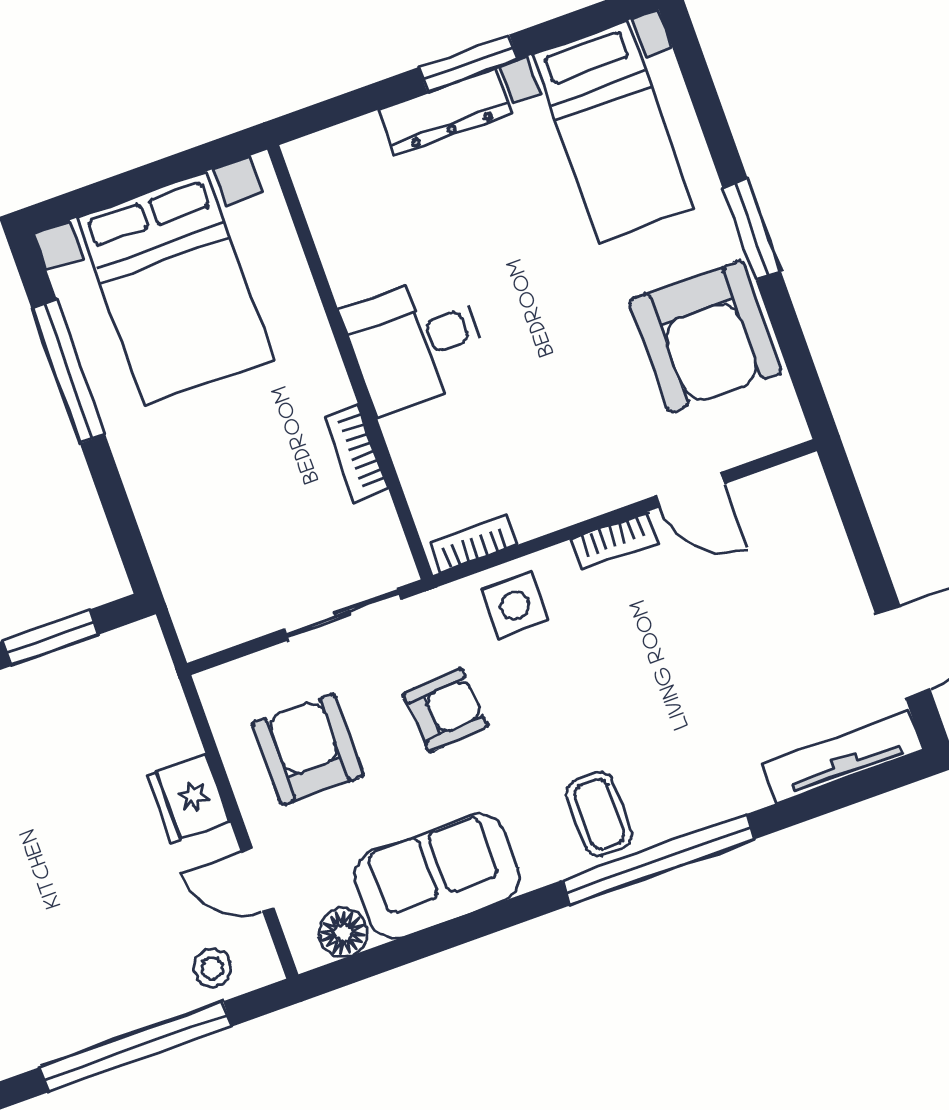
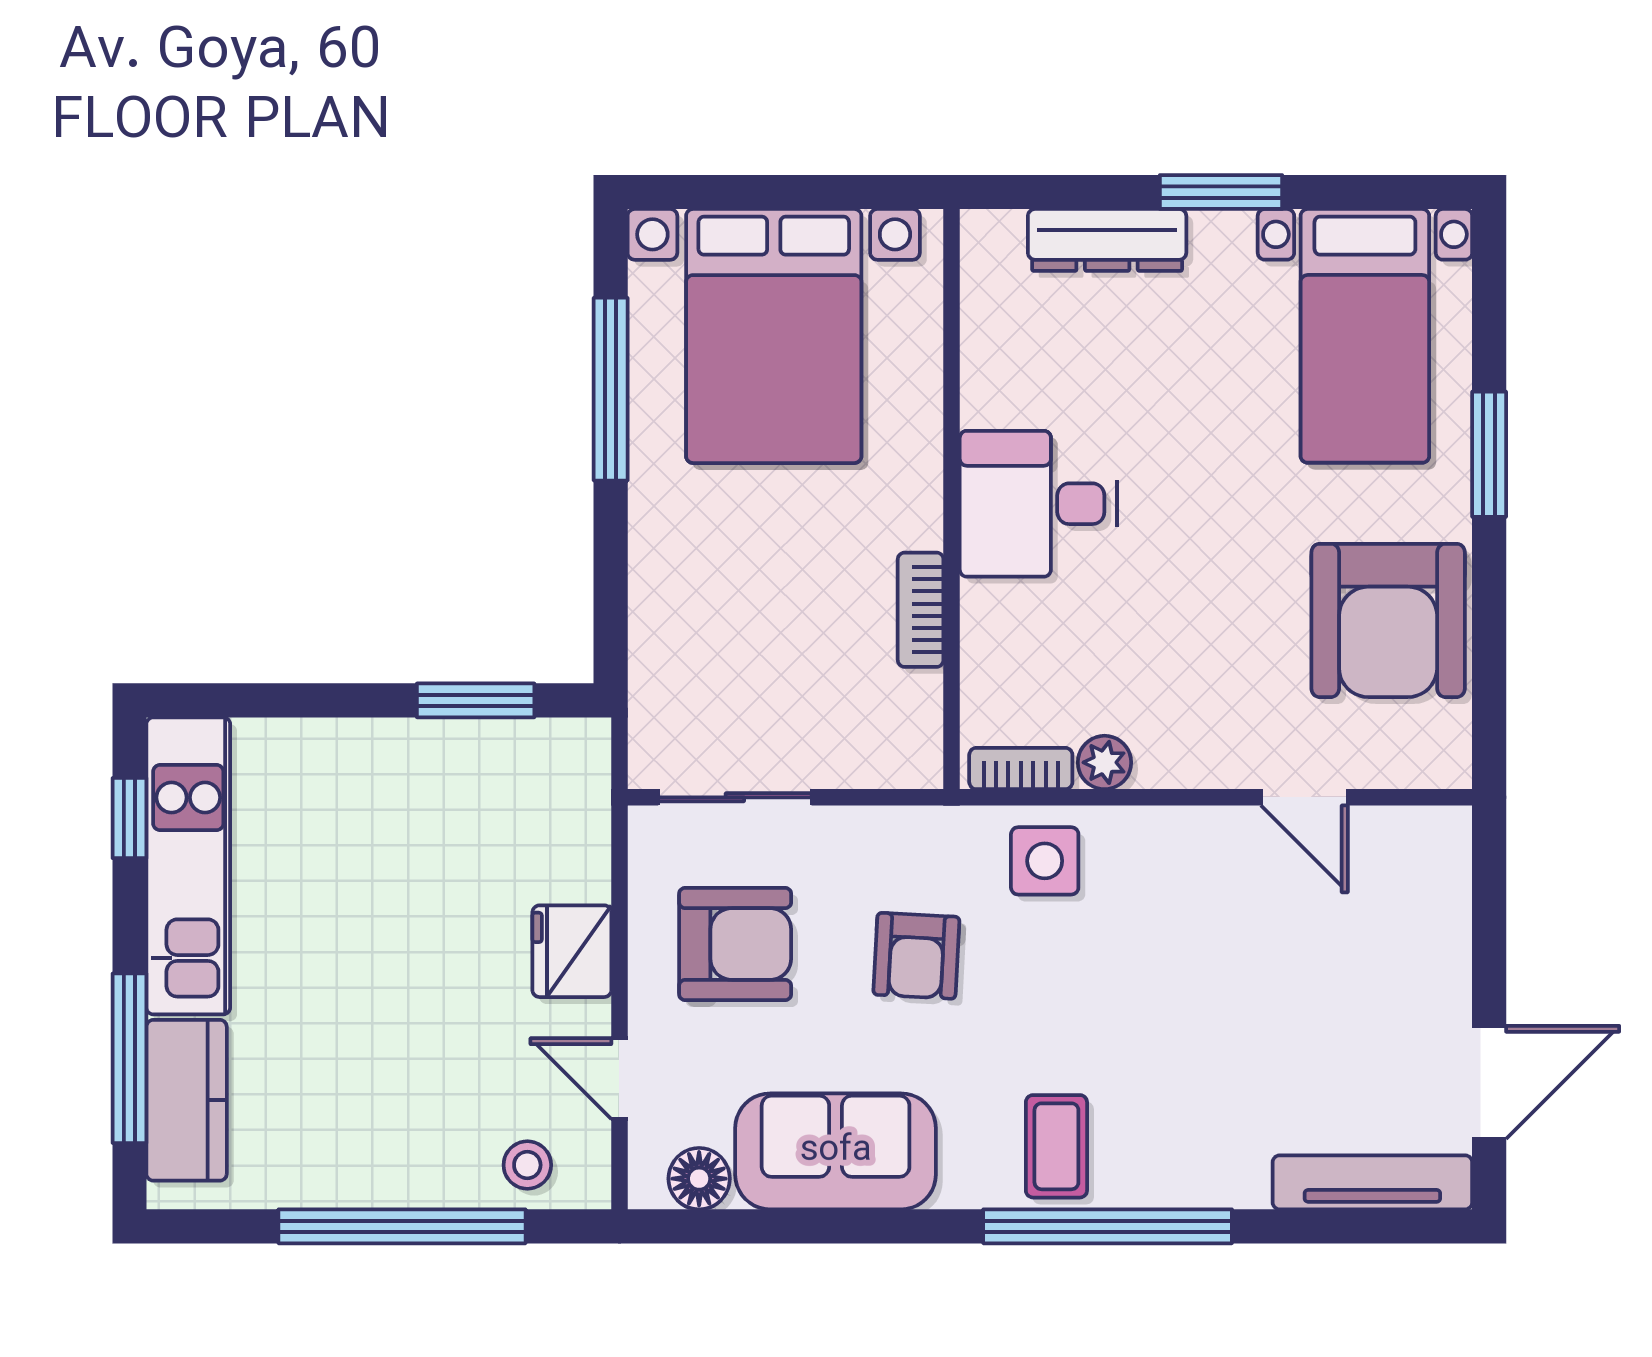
dresser: (445, 112) -> (1107, 240), moved
window: (752, 229) -> (1489, 454), moved
plant: (533, 517) -> (1104, 762), added
bookcase: (615, 541) -> (1192, 826), removed
sliding door: (343, 614) -> (735, 797), moved
armchair: (445, 710) -> (916, 956), turned 98
armchair: (308, 749) -> (735, 944), turned 90

